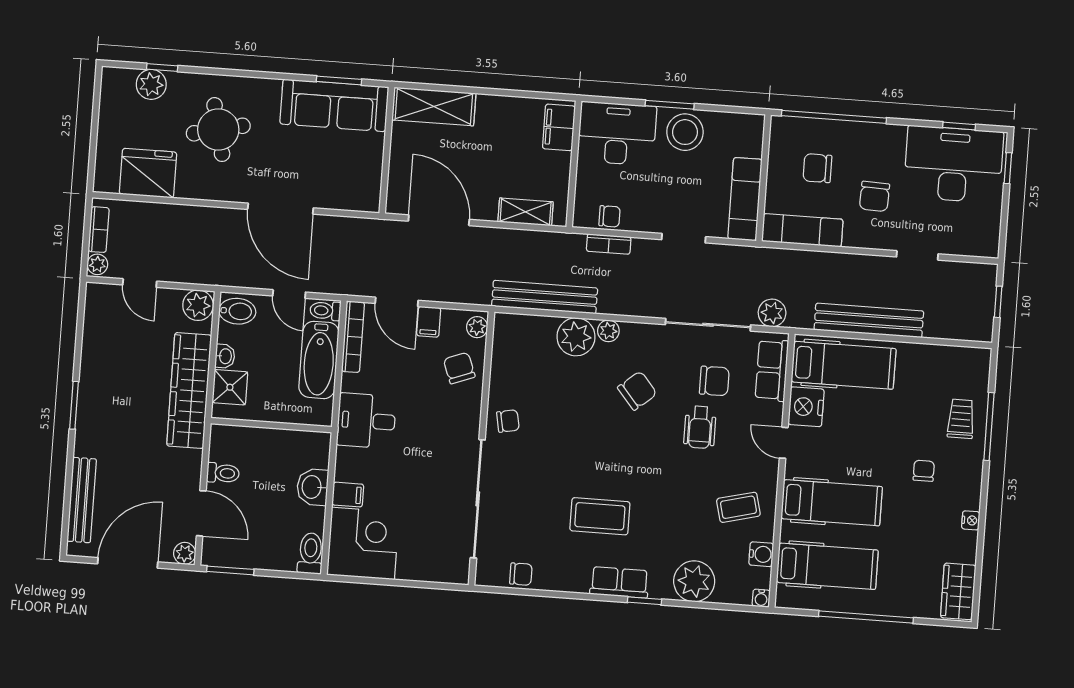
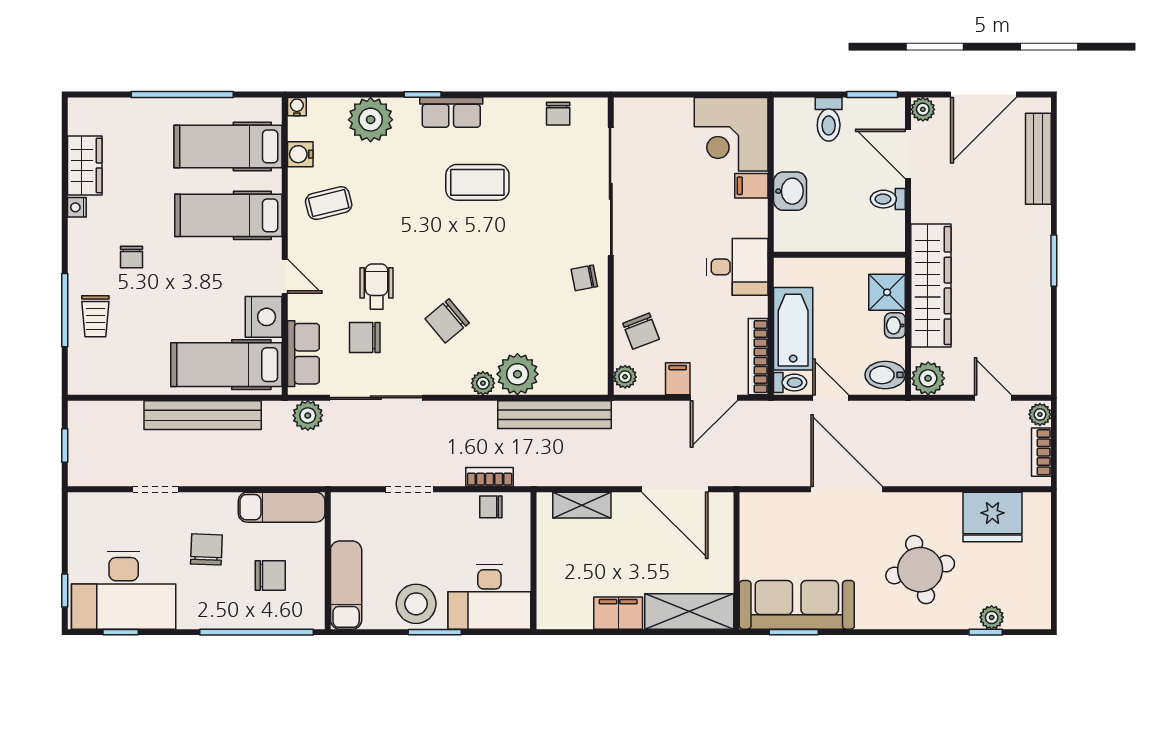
plant: (151, 84) -> (992, 617), width x0.73, depth x0.73
filing cabinet: (559, 127) -> (618, 613), moved, turned -90
exam couch: (745, 199) -> (346, 585), moved
door: (397, 302) -> (714, 398), swing flipped
toilet: (310, 553) -> (829, 119), moved
chair: (521, 574) -> (558, 114), turned -90
wardrobe: (958, 591) -> (85, 165), moved

